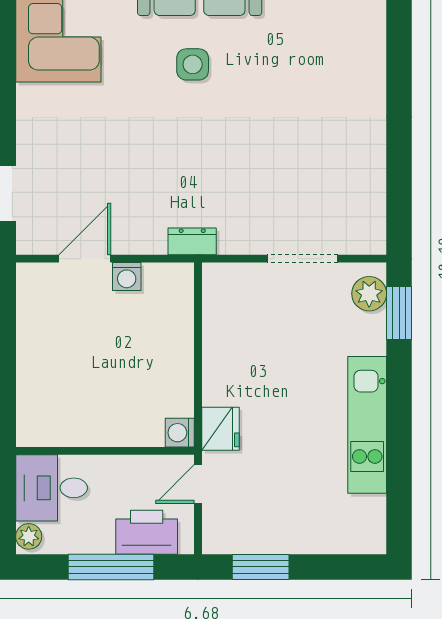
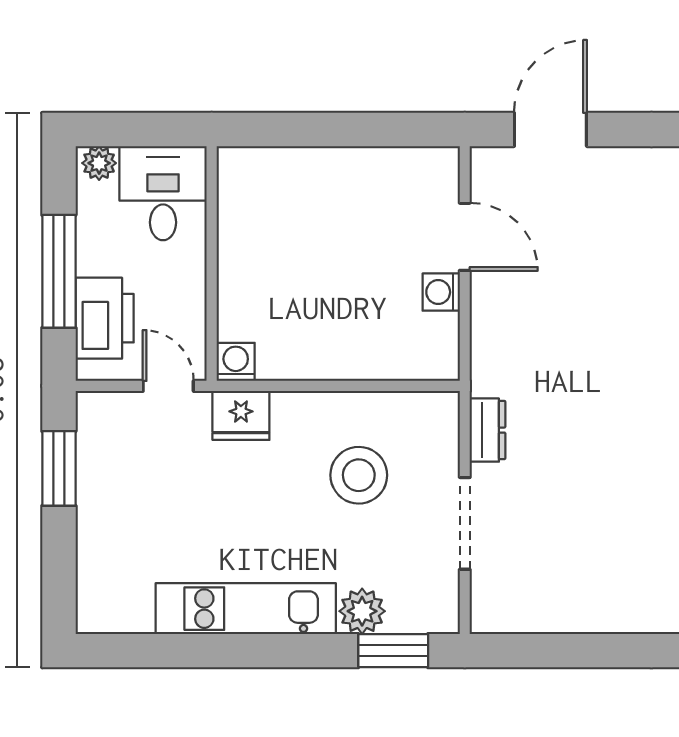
dresser: (192, 241) -> (488, 430), moved
plant: (369, 294) -> (362, 611), moved
stool: (266, 339) -> (359, 475), added

